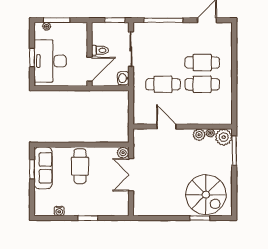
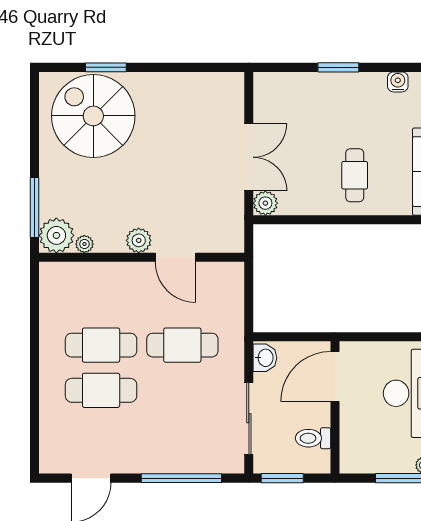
toilet: (100, 50) -> (313, 438), moved
plant: (199, 135) -> (139, 240), moved
cafe table: (80, 166) -> (355, 175), width x0.73, depth x0.74

